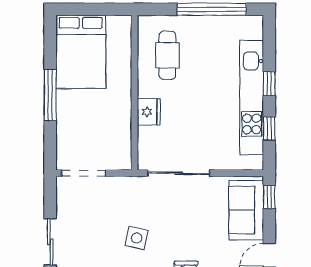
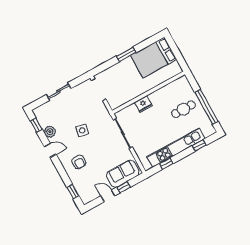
cafe table: (167, 55) -> (183, 109), moved
window: (269, 83) -> (199, 145), moved
window: (50, 95) -> (126, 54), width x0.69
window: (269, 197) -> (124, 187), moved

